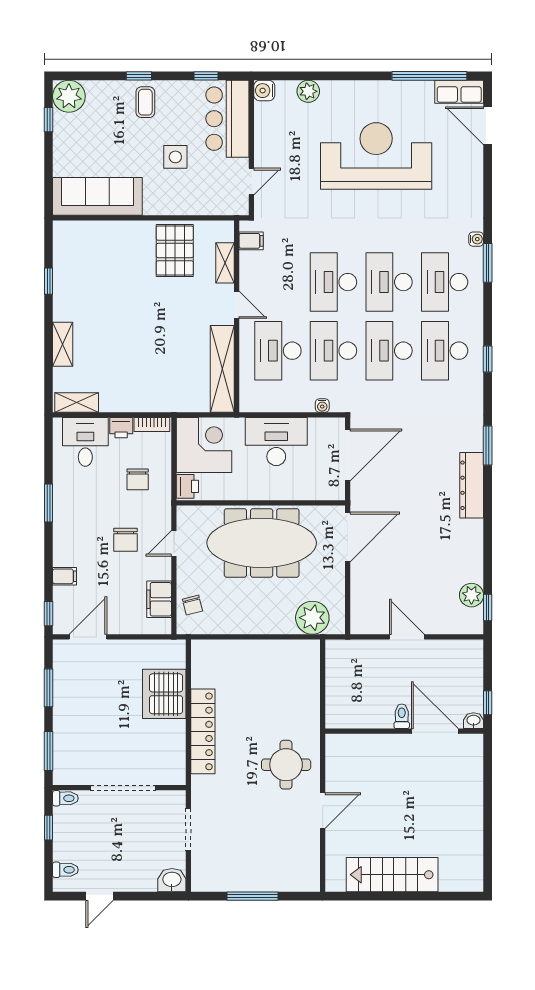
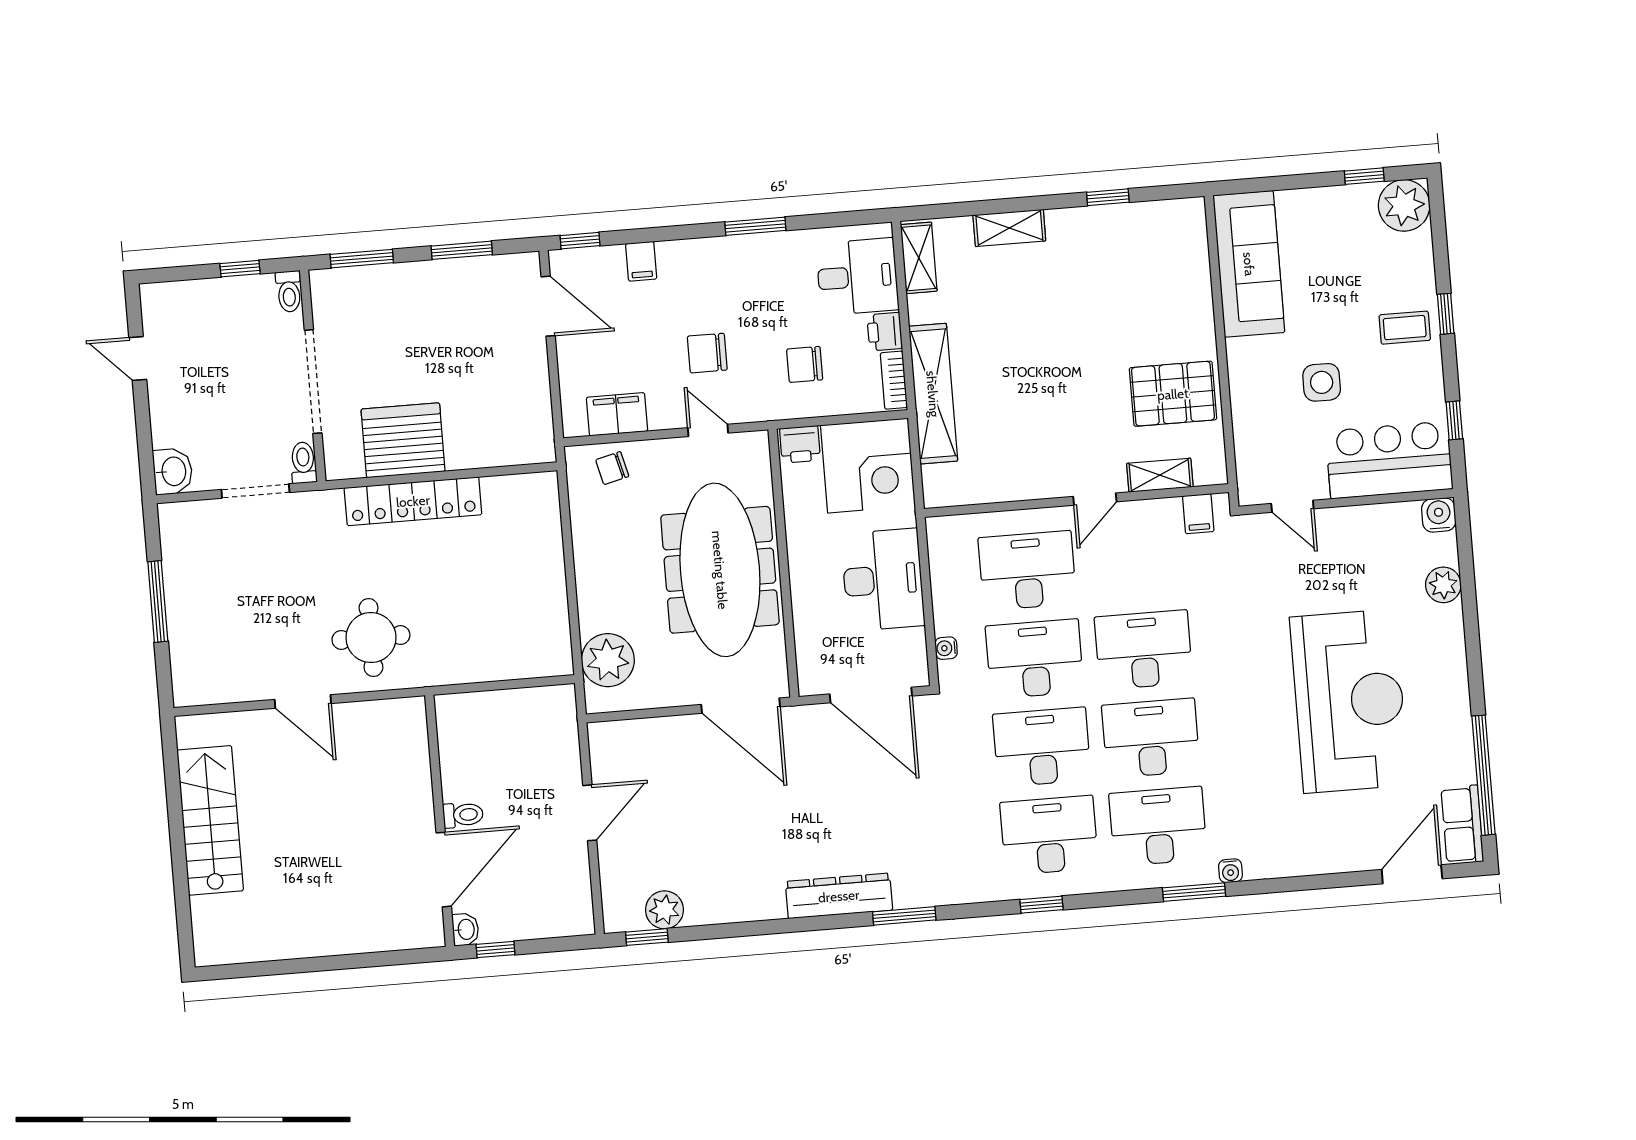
shelving: (222, 369) -> (933, 394), moved, turned 90
server rack: (164, 694) -> (403, 440), moved
toilet: (65, 870) -> (303, 463), moved, turned 180

